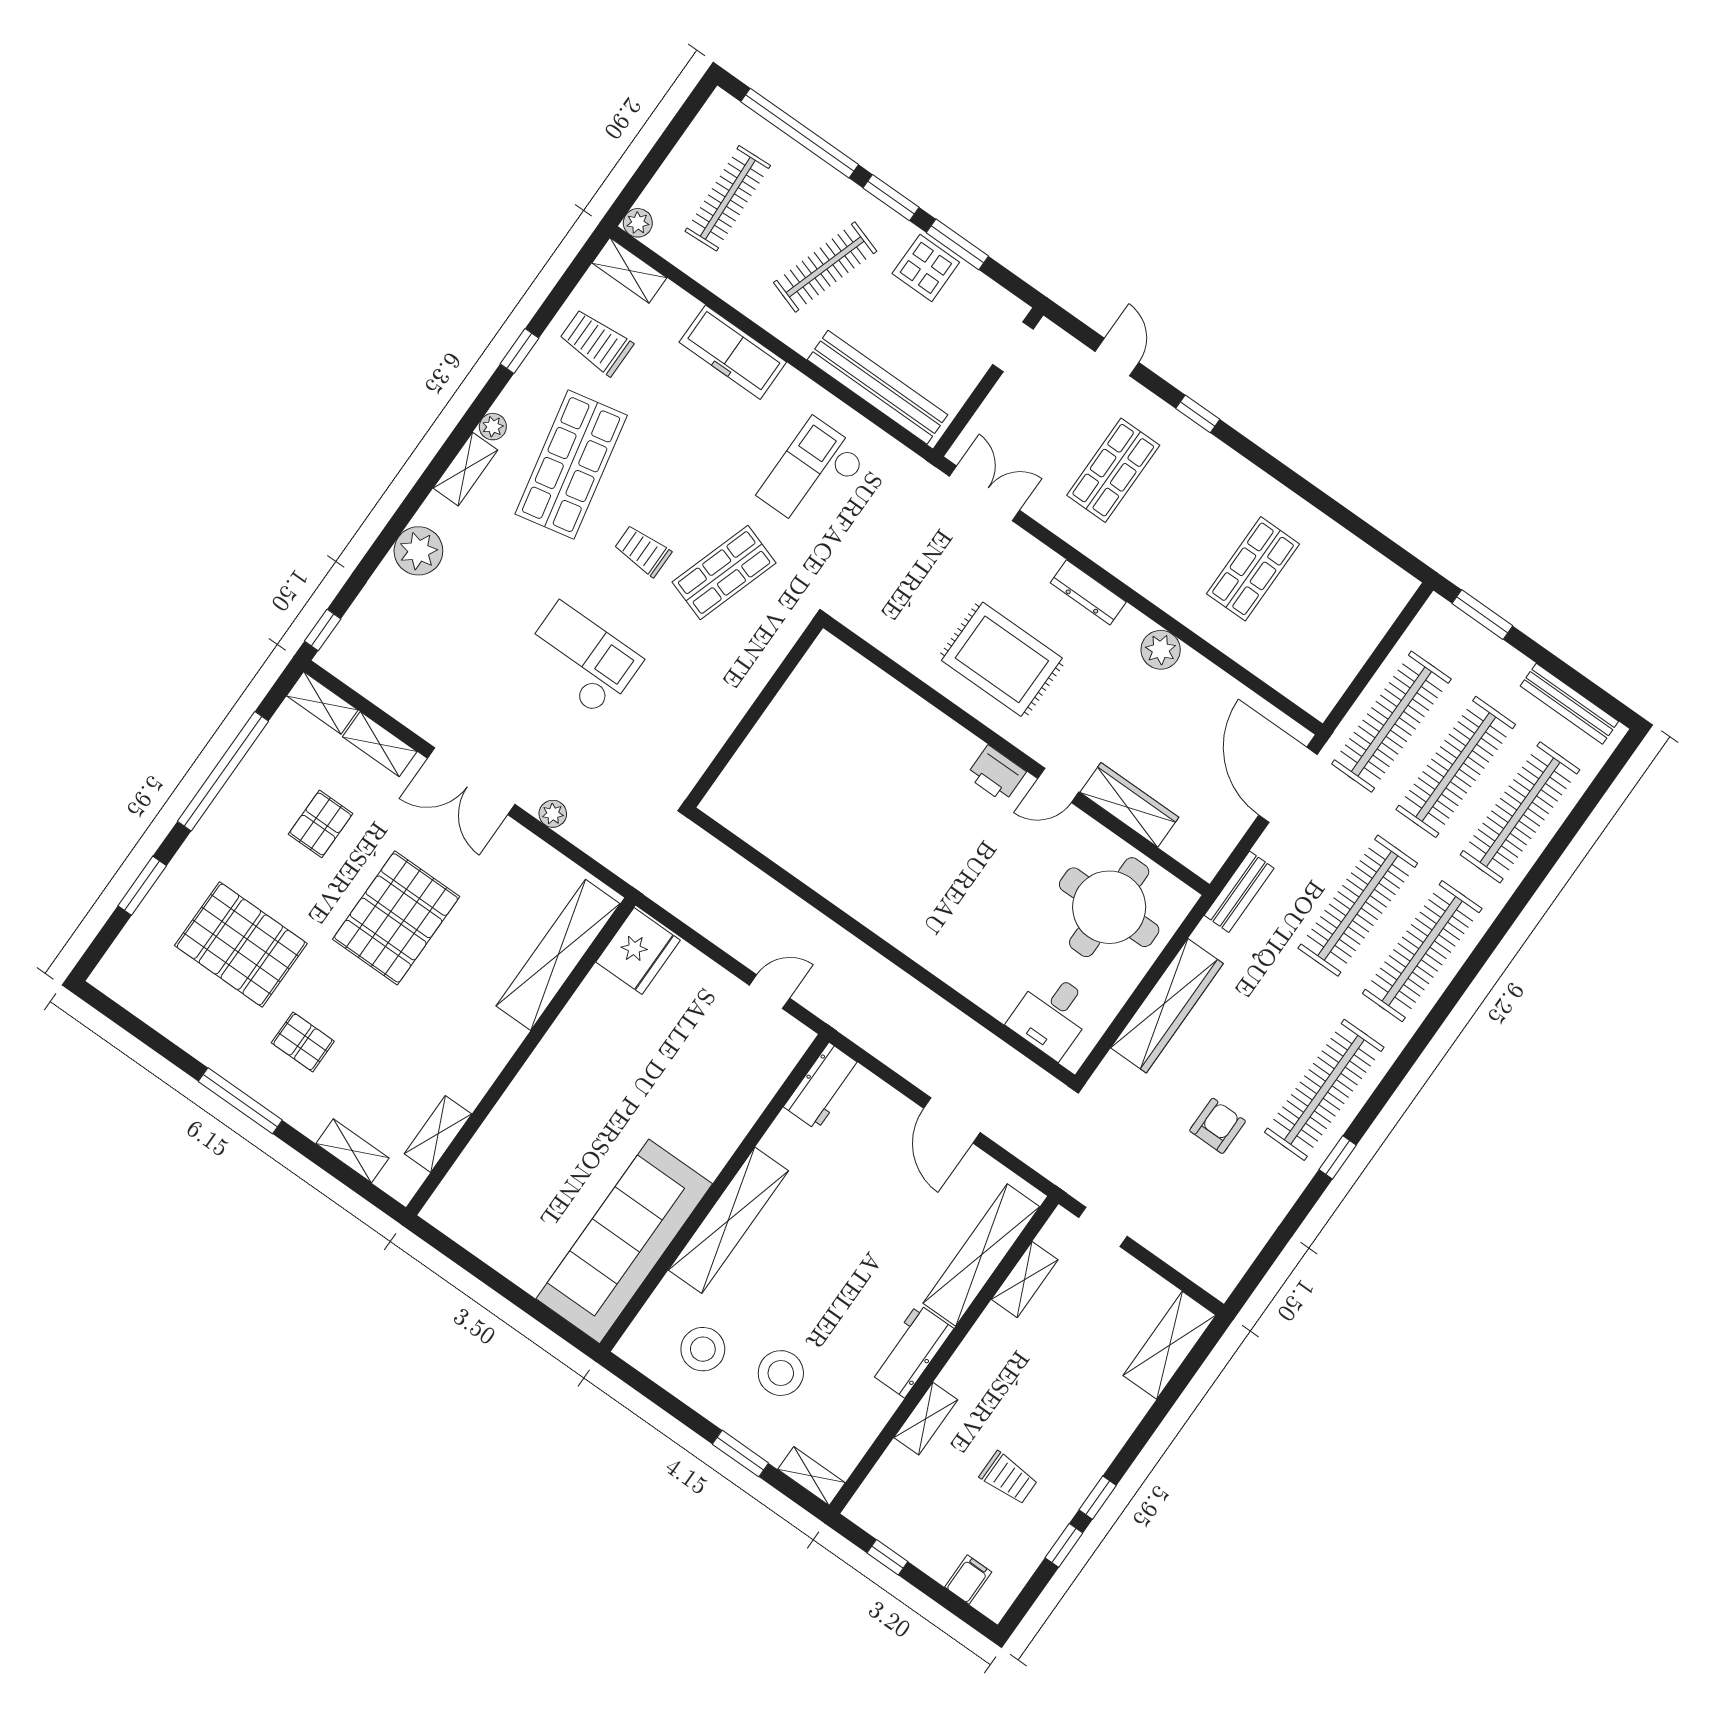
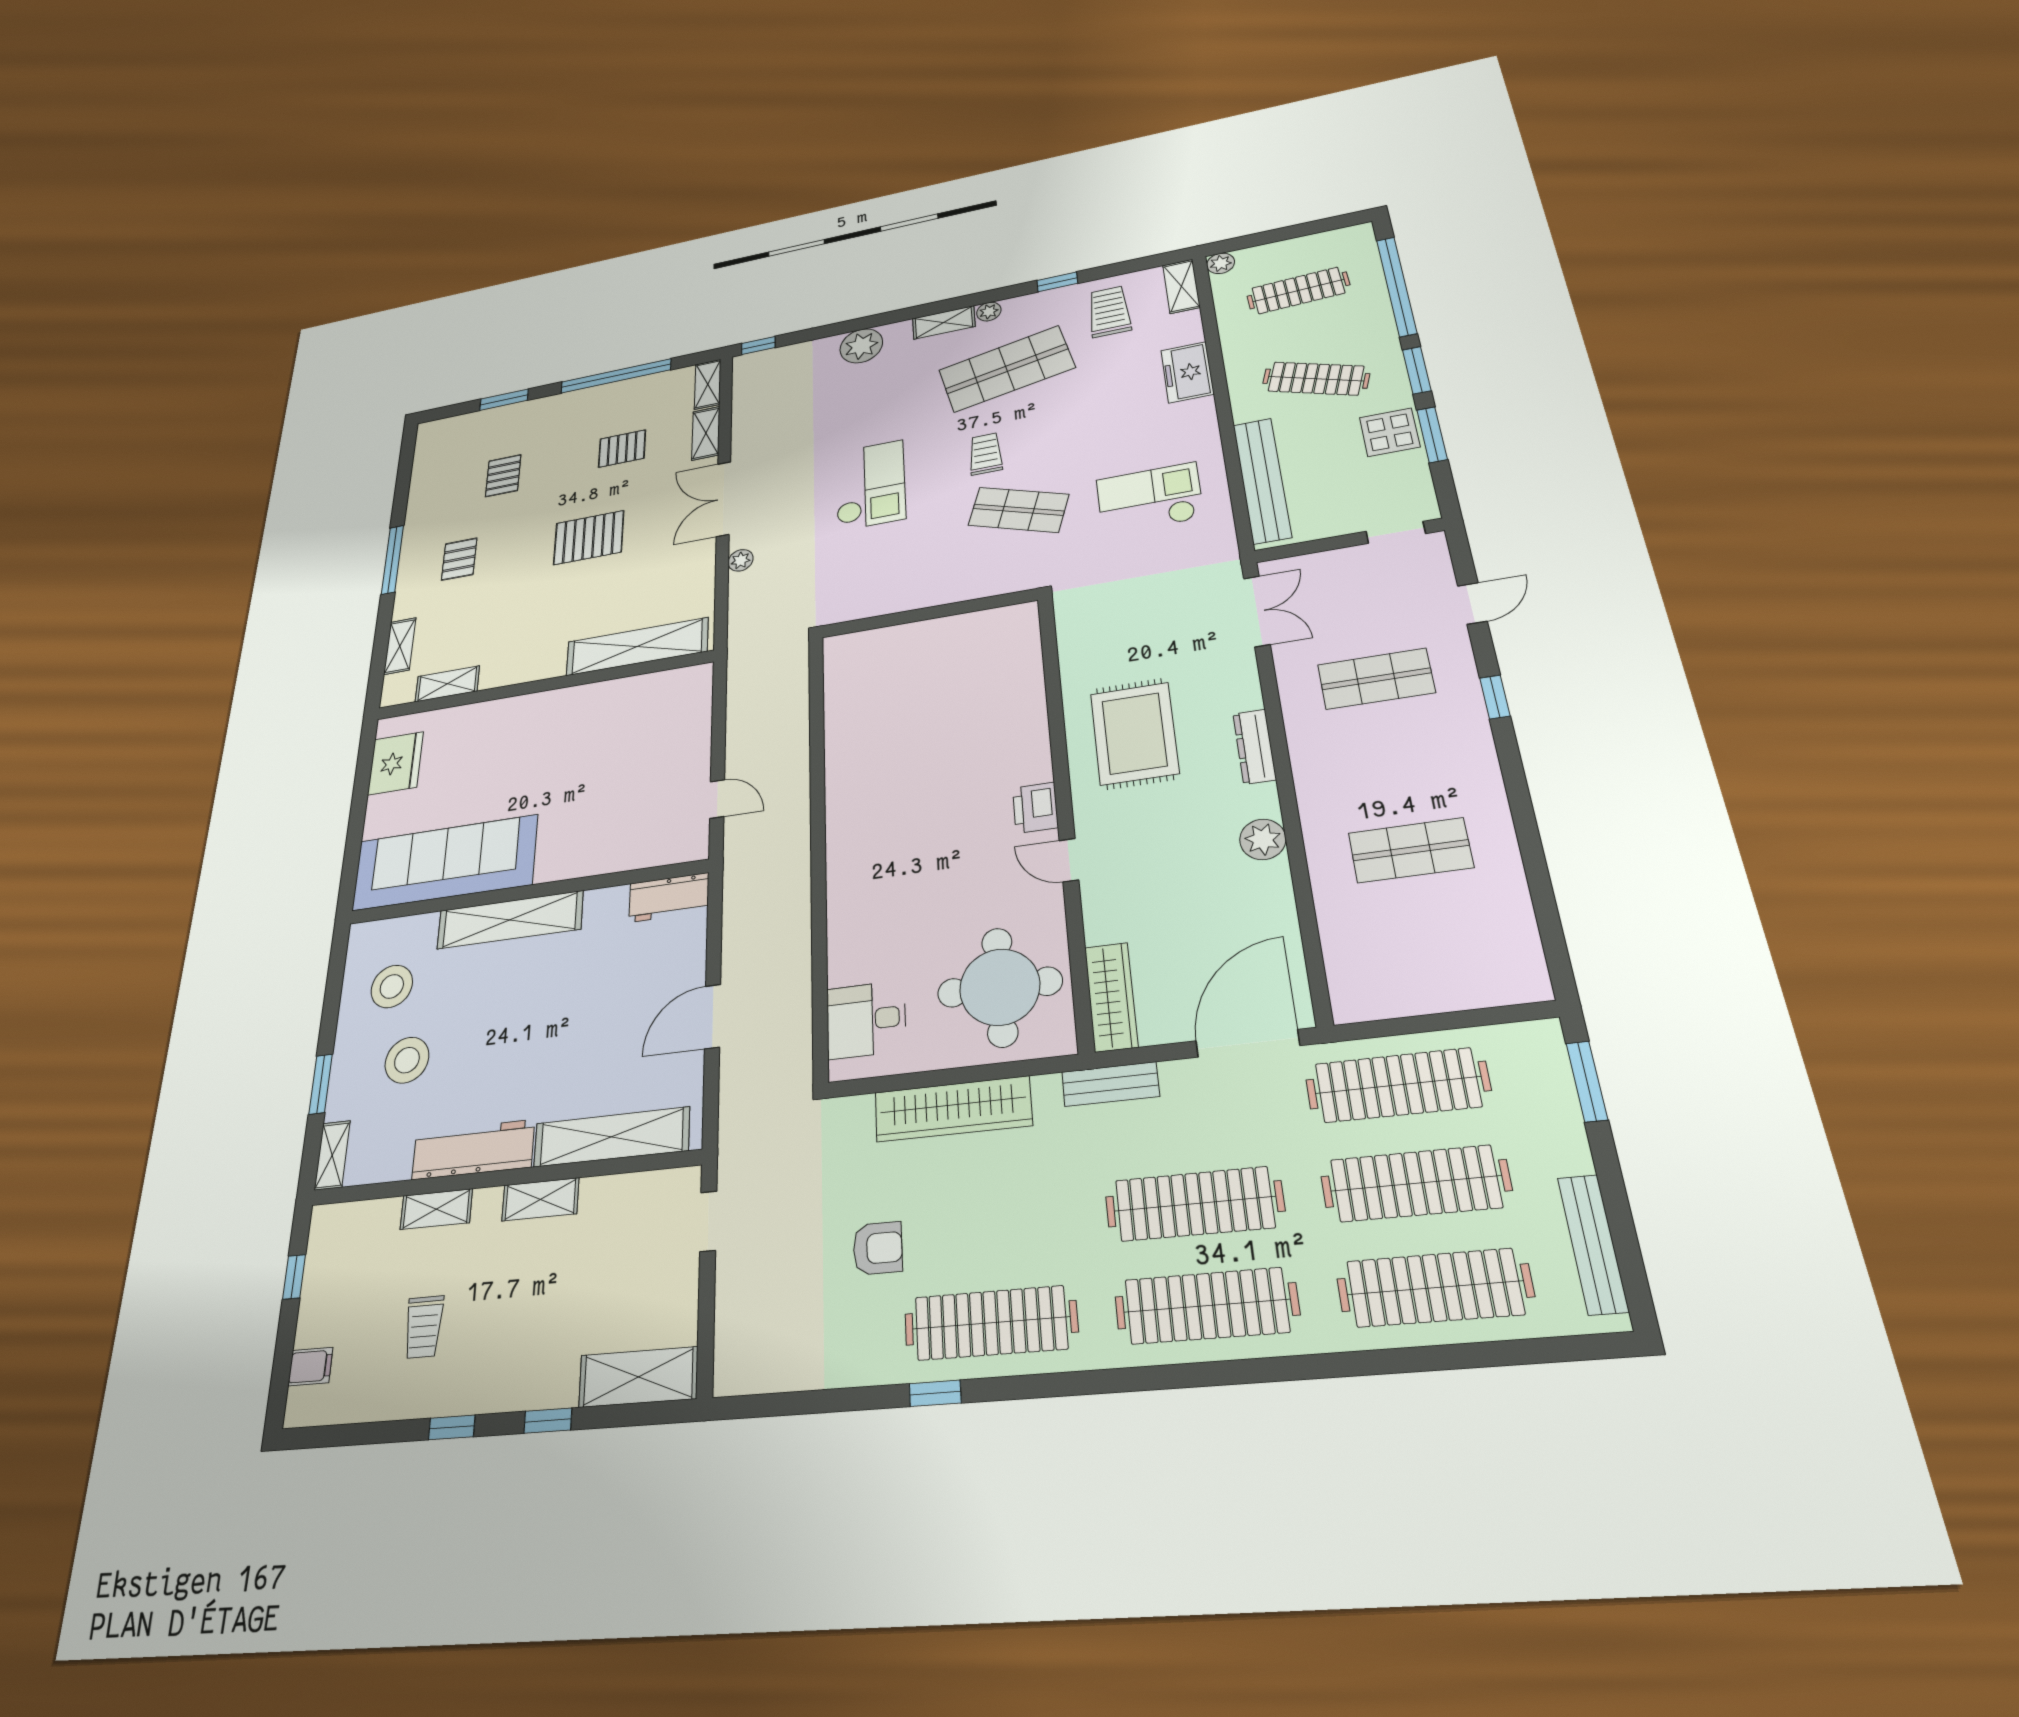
freezer: (733, 352) -> (1187, 372), width x0.71
wardrobe: (1129, 805) -> (1111, 997), moved
pallet: (396, 918) -> (589, 538), width x0.73, depth x0.71
pallet: (241, 944) -> (503, 476), width x0.49, depth x0.50
fridge: (638, 951) -> (395, 763), moved, turned -90
shelving: (1025, 1280) -> (540, 1199), moved
workbench: (911, 1351) -> (473, 1150), width x1.38
window: (1064, 1545) -> (548, 1421), moved

